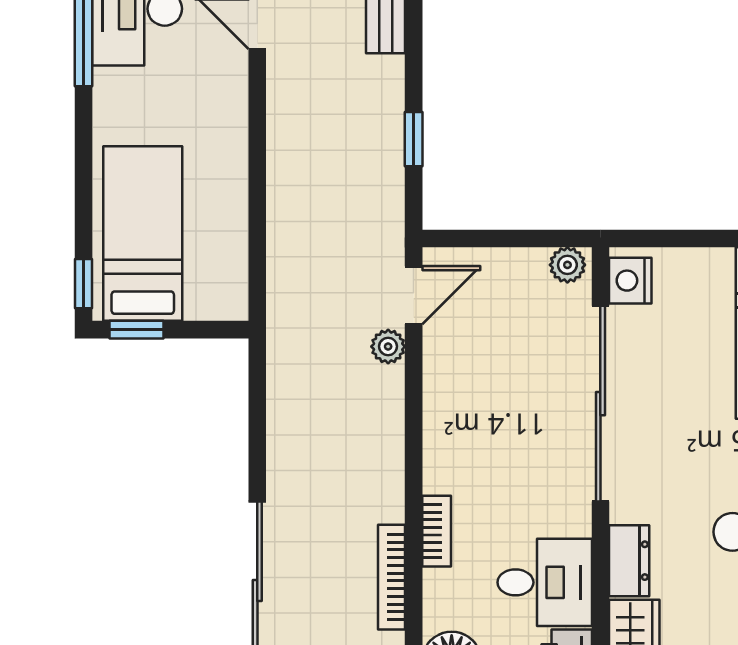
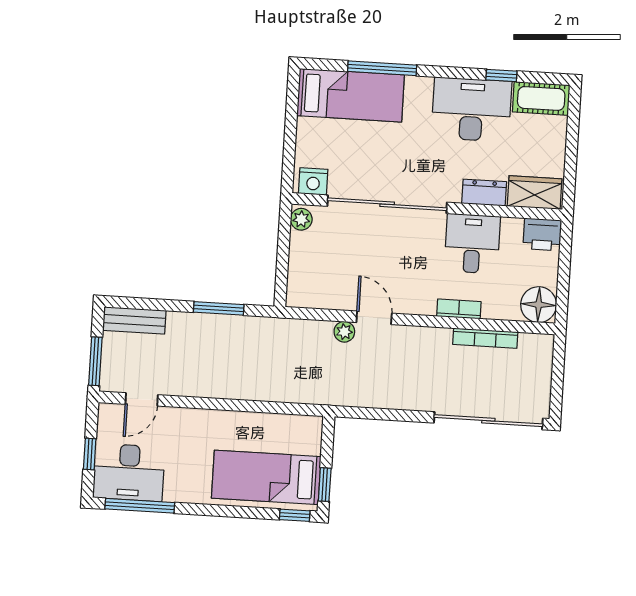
window: (414, 139) -> (219, 308), width x1.50
door: (414, 295) -> (374, 318), moved
desk: (545, 582) -> (472, 244), moved

